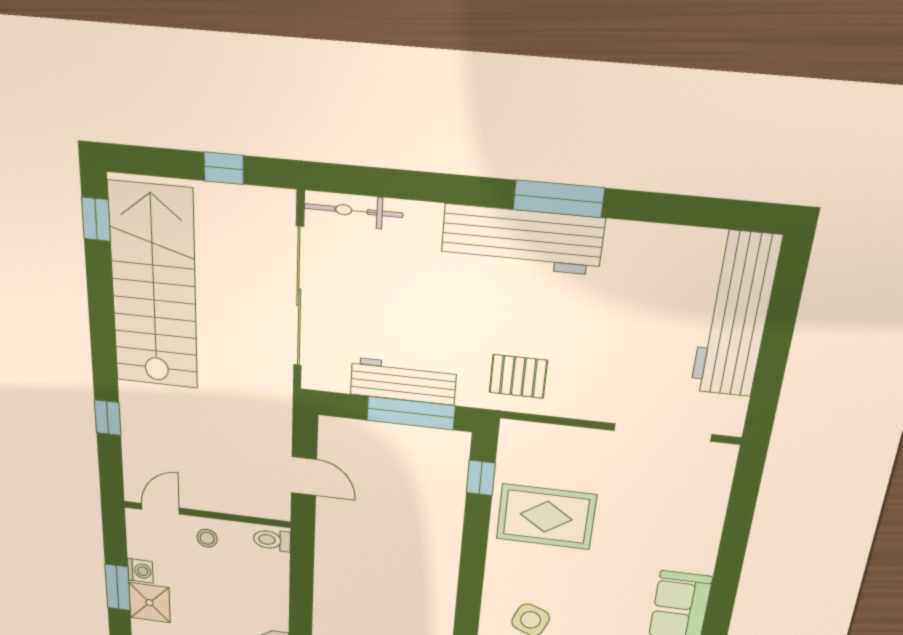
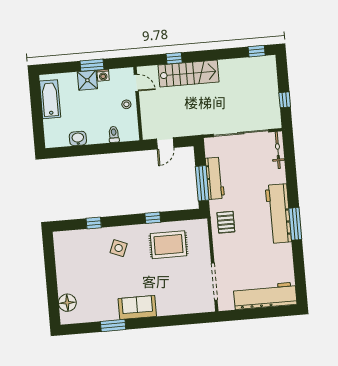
stairs: (154, 287) -> (189, 73), moved, width x0.73, depth x0.66
window: (481, 478) -> (153, 218), moved
rug: (546, 517) -> (168, 245), turned 90
toilet: (272, 540) -> (114, 134), moved

